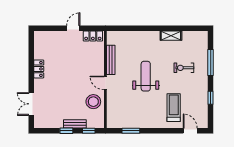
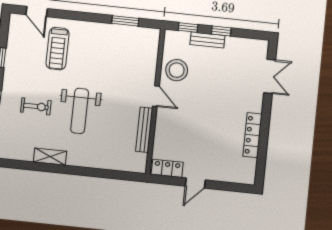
locker: (39, 69) -> (252, 135), width x1.53
weight bench: (146, 76) -> (80, 111), moved

